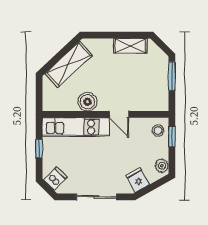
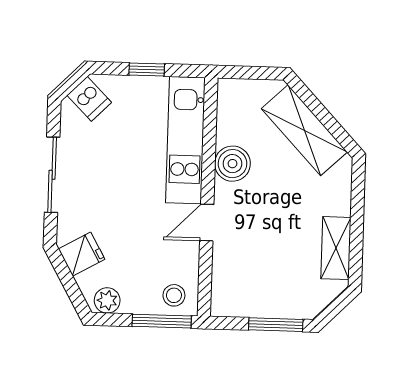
window: (172, 137) -> (162, 321), width x1.50

